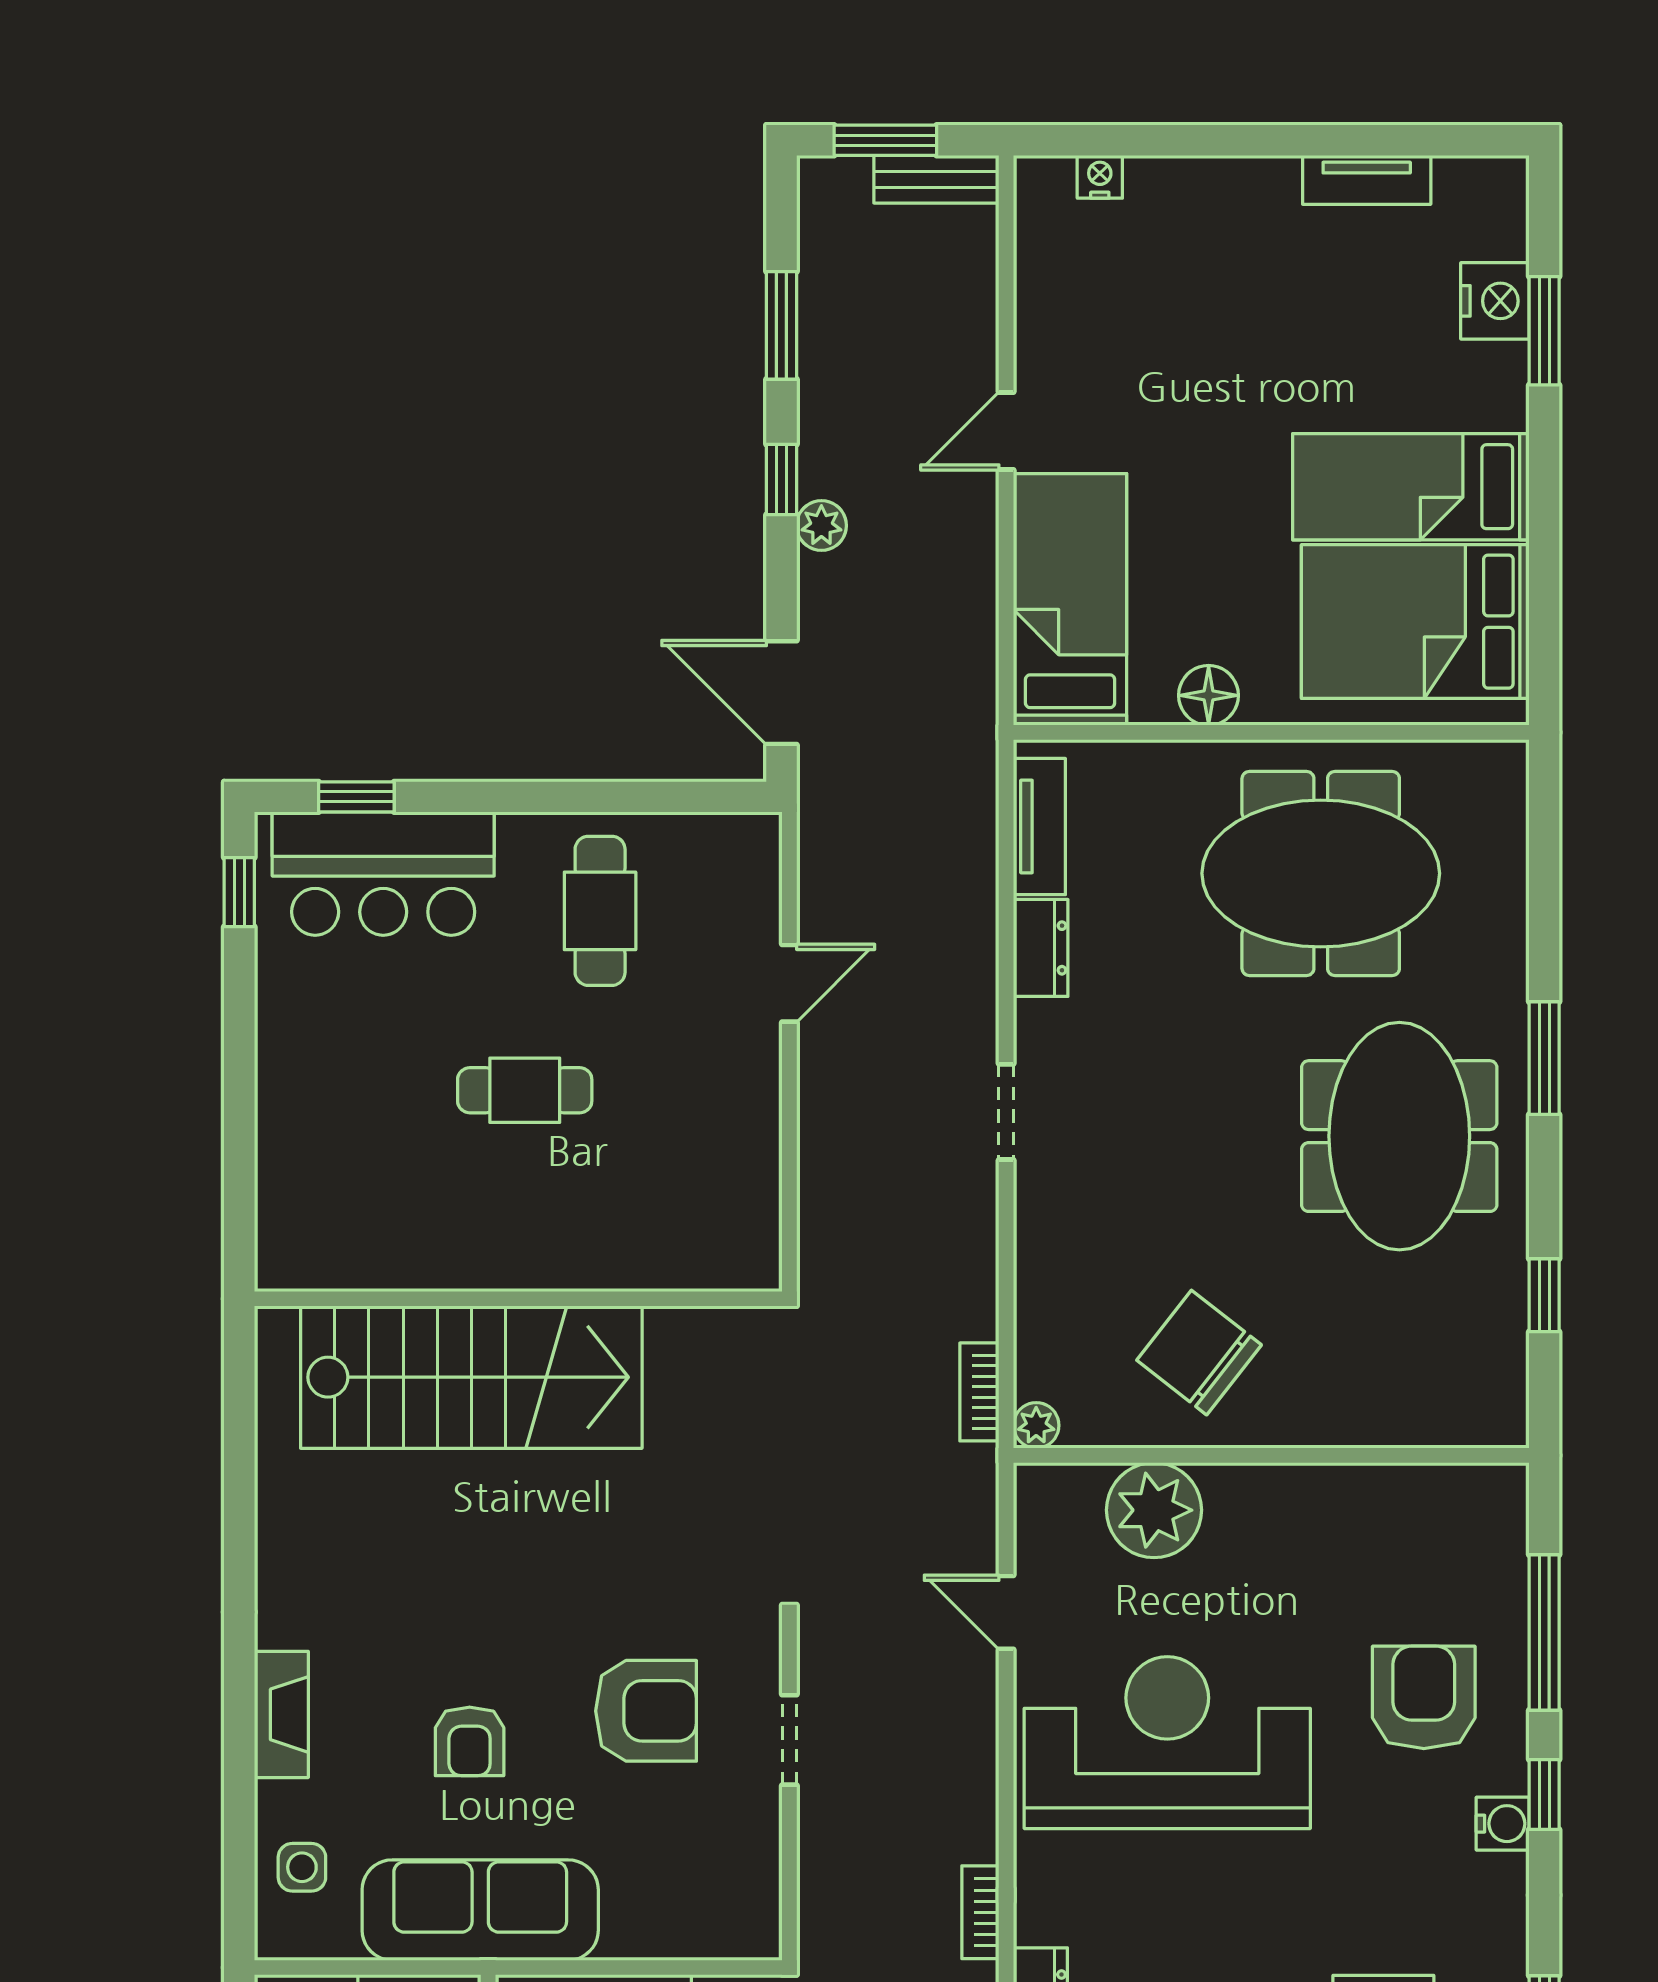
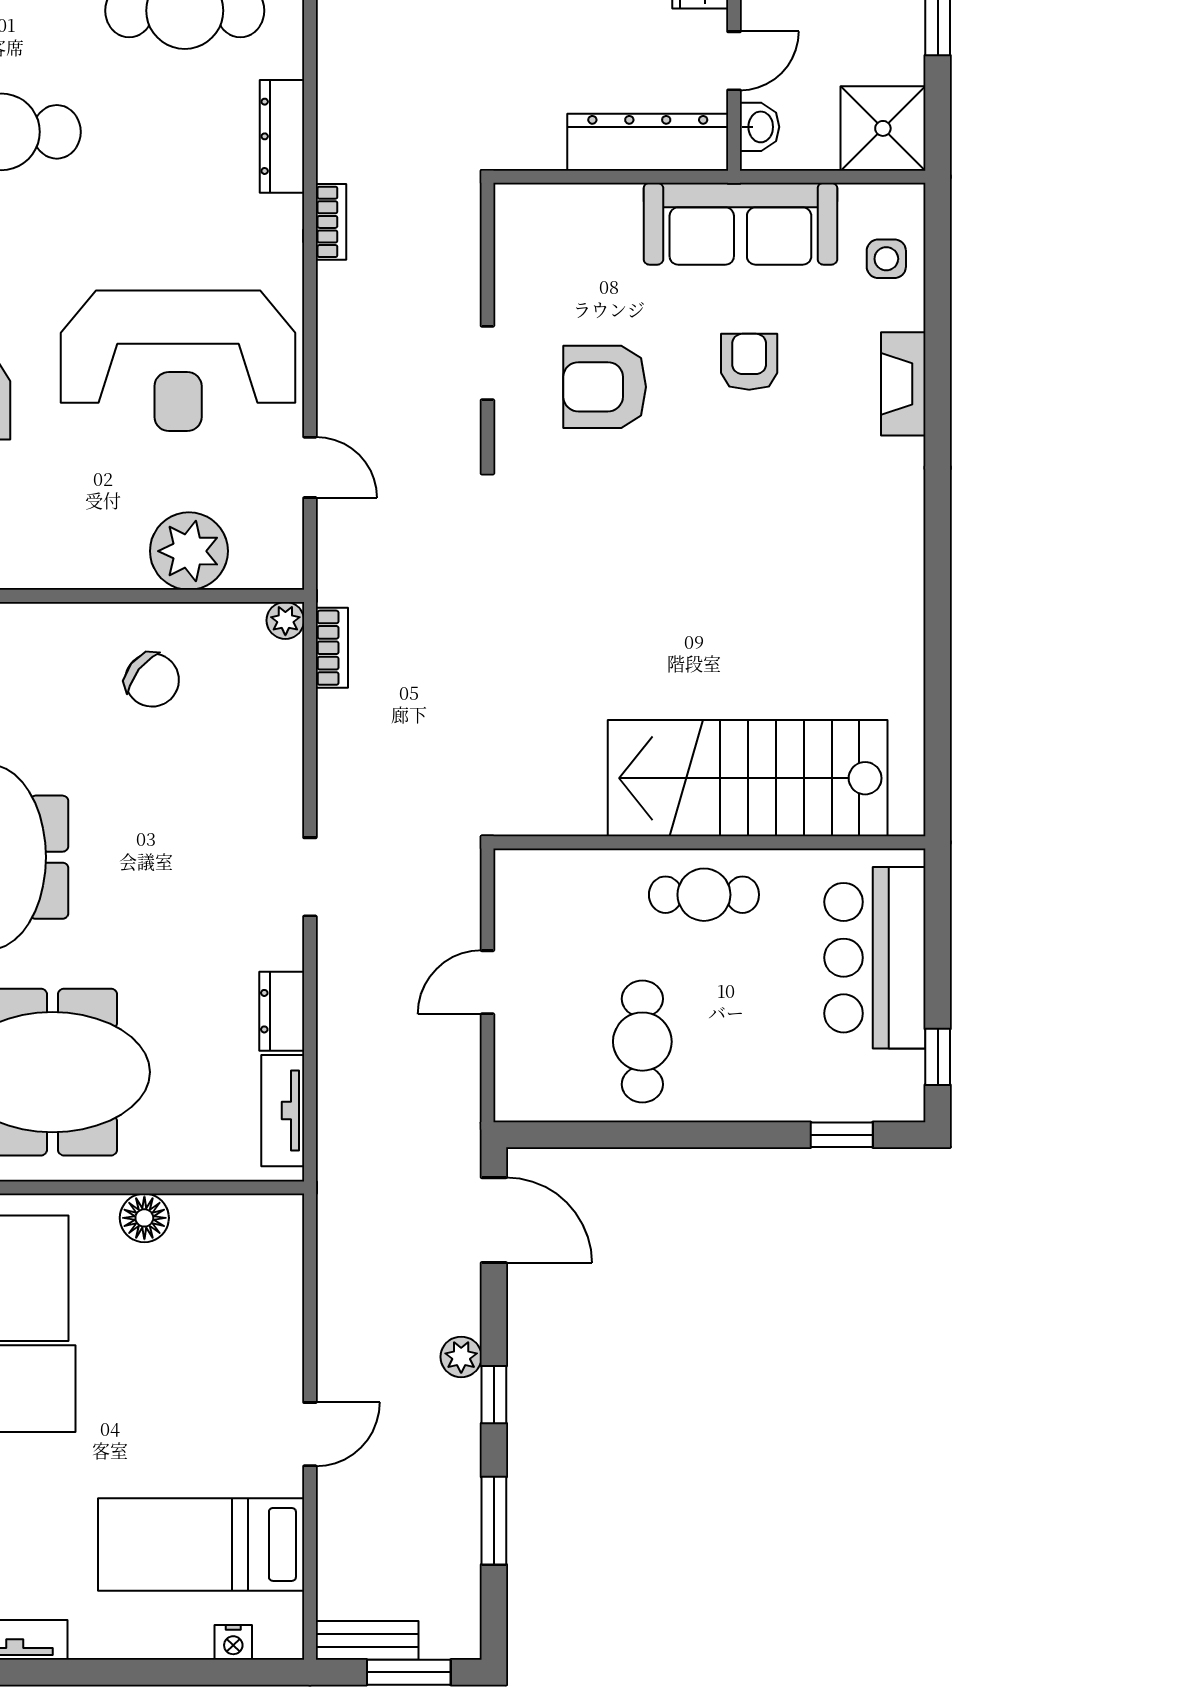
bed: (1070, 599) -> (201, 1544), moved, turned 90
bar counter: (383, 874) -> (875, 958), moved, turned -90
wall: (518, 1299) -> (709, 842), moved
chair: (1199, 1353) -> (152, 680), width x0.73, depth x0.73
stairs: (471, 1377) -> (748, 778), moved

